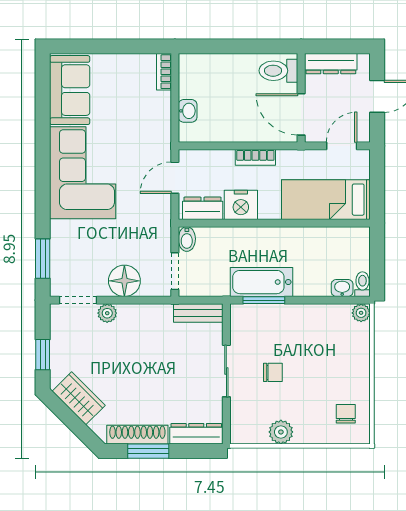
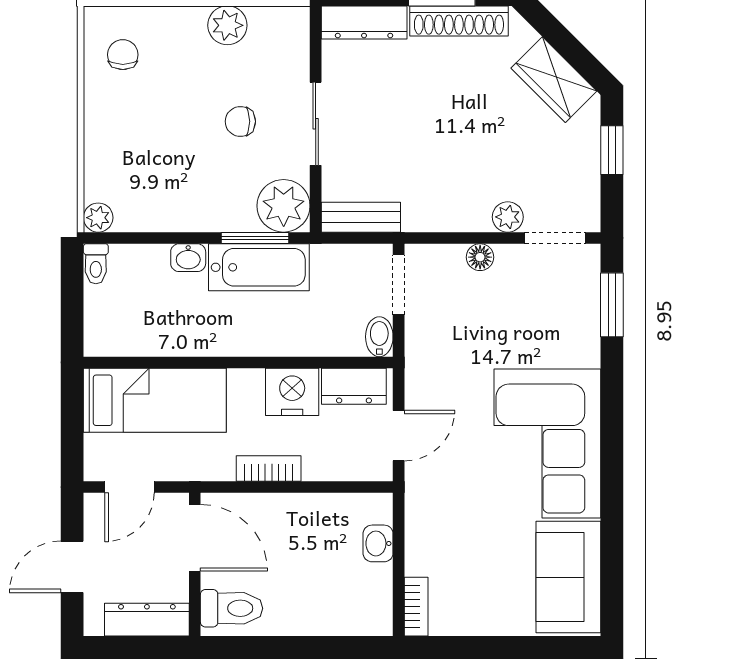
floor lamp: (124, 281) -> (480, 257), width x0.53, depth x0.53
washbasin: (342, 288) -> (188, 258), moved
plant: (246, 320) -> (284, 206), added
chair: (346, 414) -> (123, 55), turned 180

